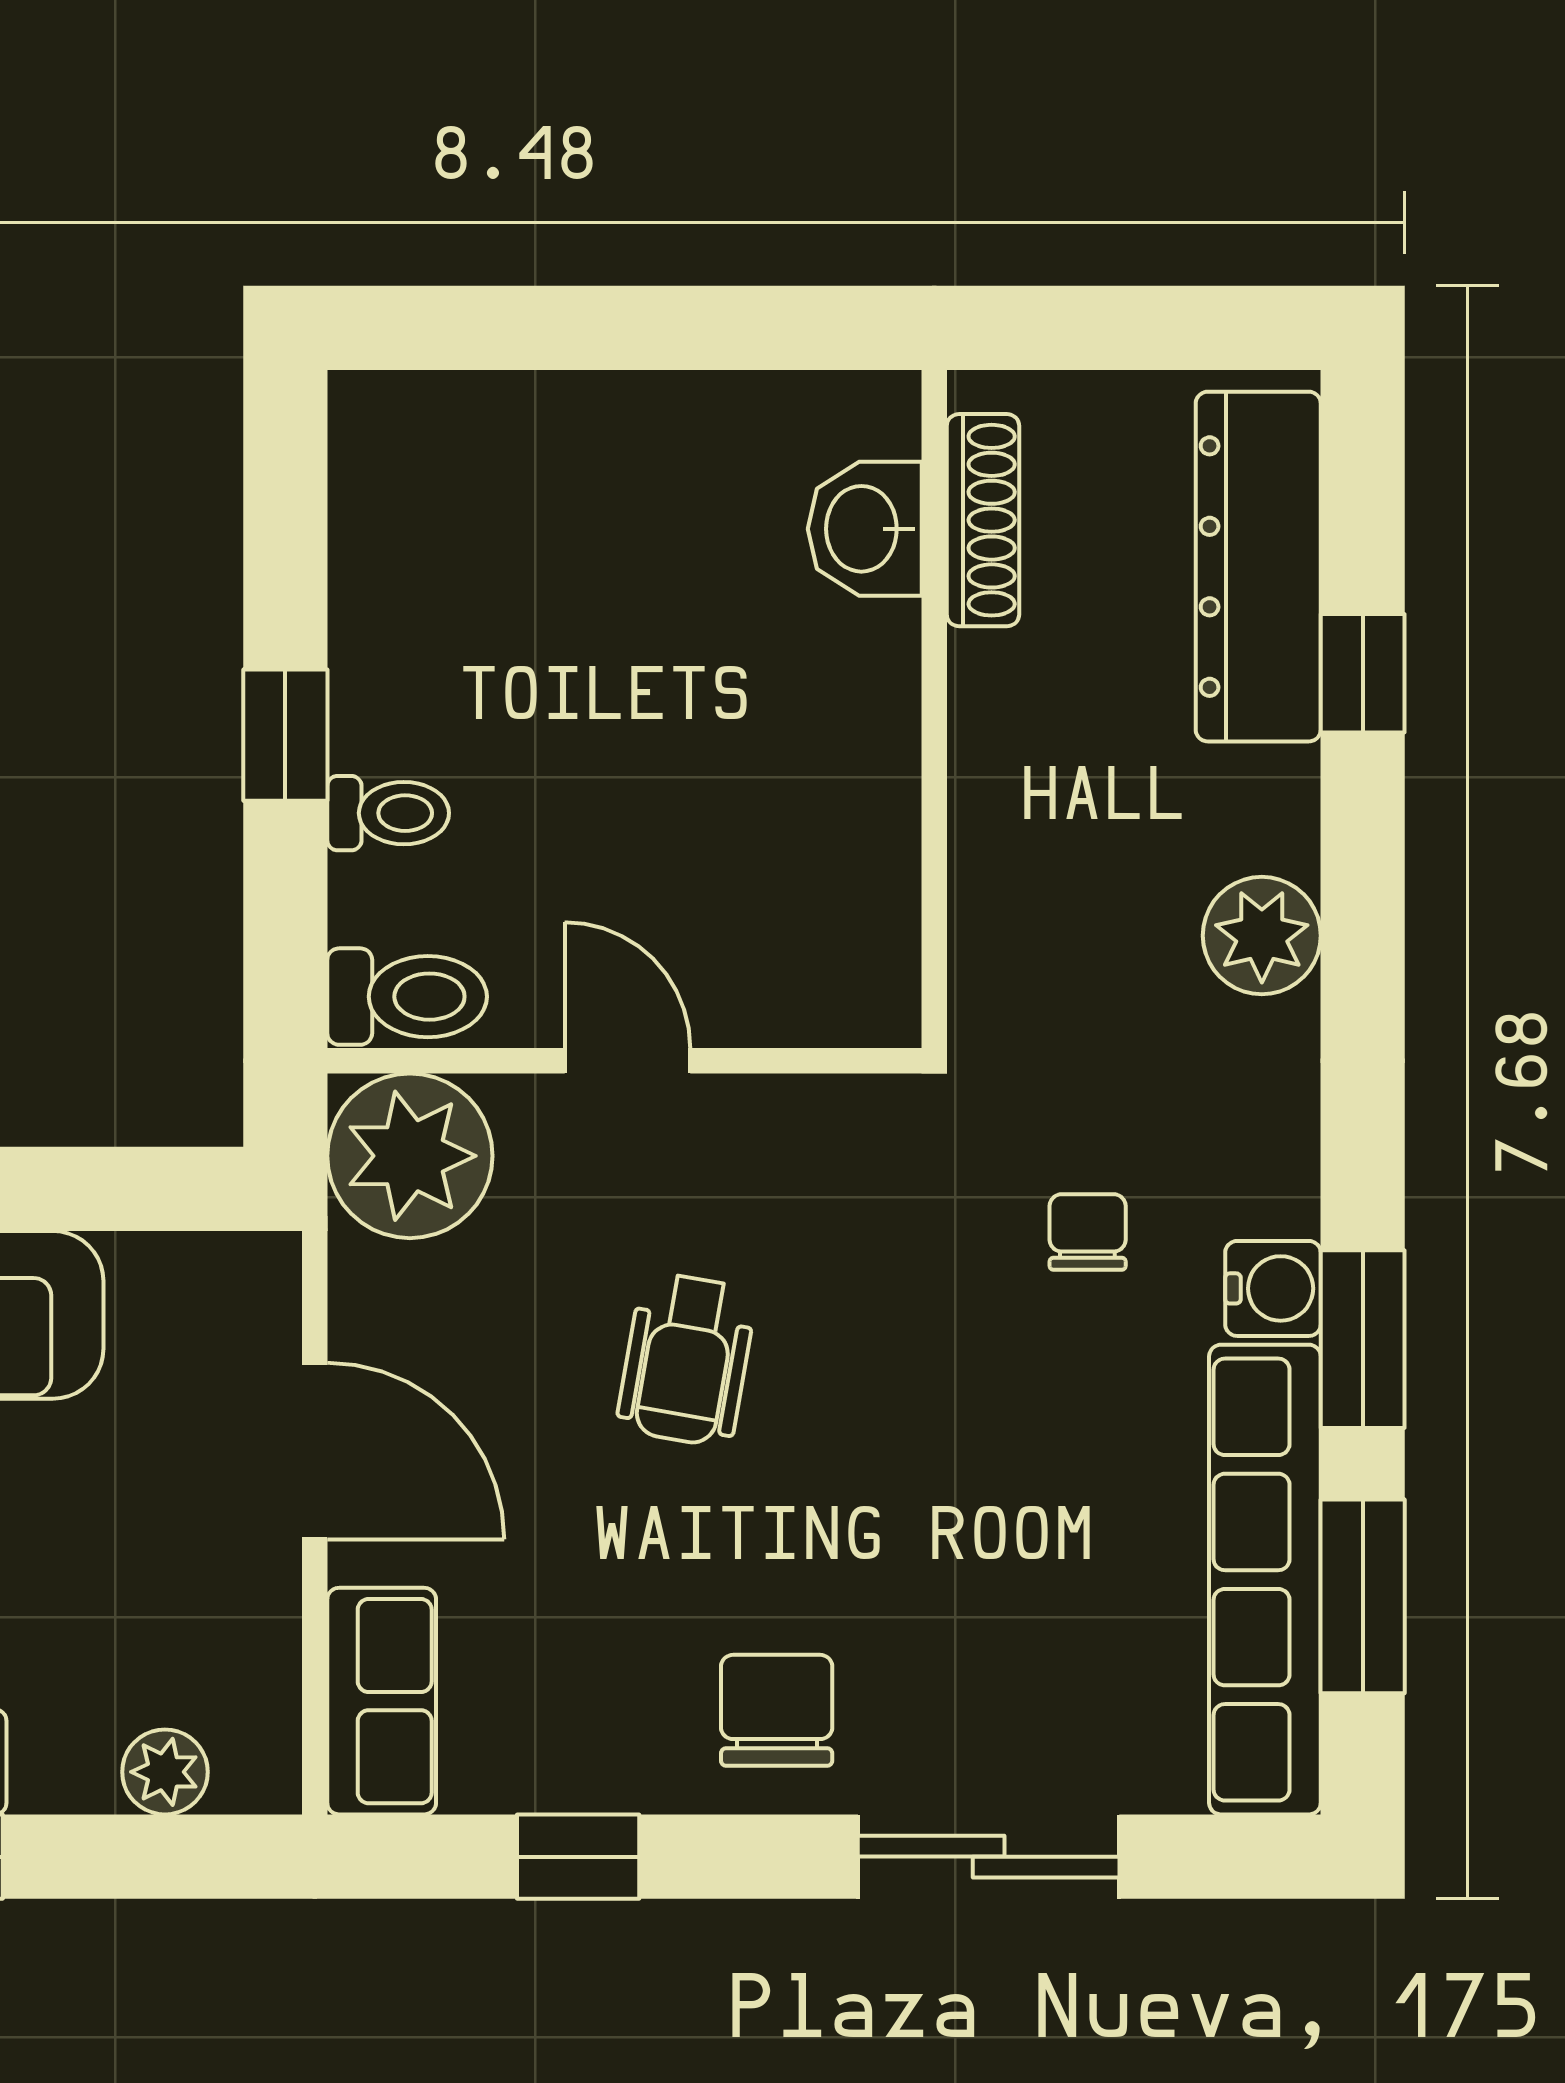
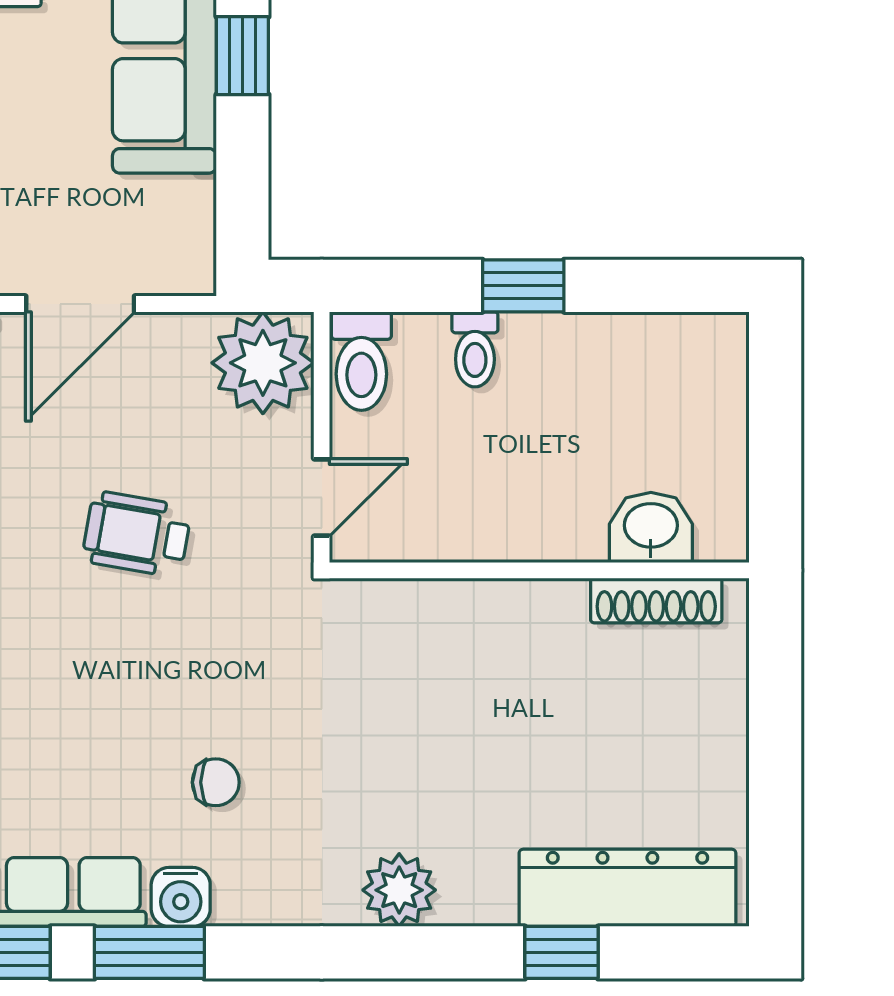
shoe rack: (983, 520) -> (656, 601), moved
washbasin: (865, 529) -> (651, 527), moved
wall: (934, 709) -> (539, 570), moved

